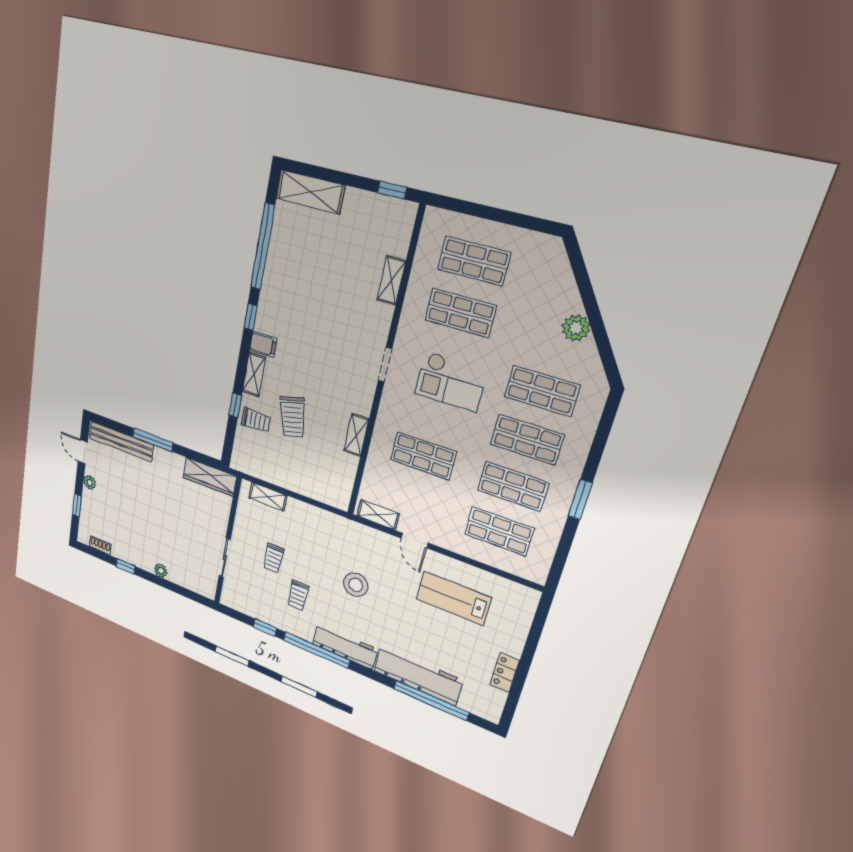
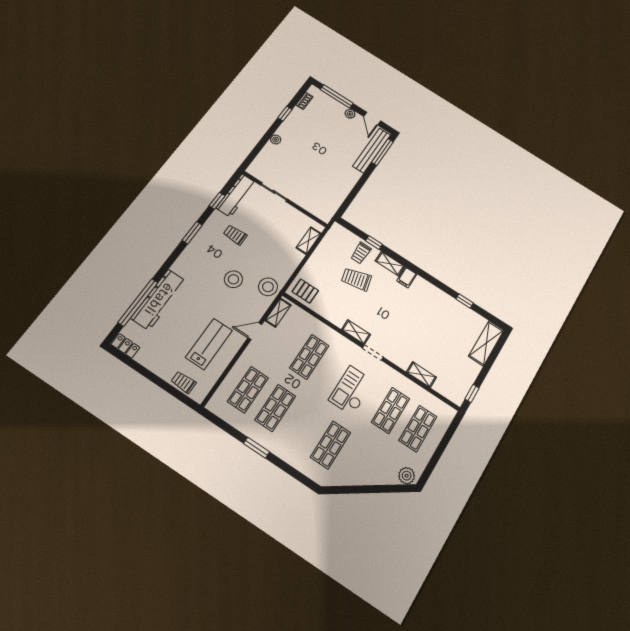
window: (263, 246) -> (465, 301), width x0.32
window: (250, 317) -> (426, 276), removed
plant: (576, 328) -> (407, 476), moved
shelving: (356, 435) -> (356, 332), moved
window: (153, 440) -> (382, 152), moved
shop shelf: (527, 440) -> (303, 426), removed
door: (83, 452) -> (372, 119), swing flipped
wardrobe: (210, 477) -> (332, 205), removed
pallet: (335, 484) -> (305, 291), added
window: (77, 505) -> (337, 96), width x2.17
stool: (349, 537) -> (268, 287), added
trolley: (273, 558) -> (184, 382), moved
workbench: (345, 647) -> (236, 195), moved
window: (316, 650) -> (192, 233), width x0.47
locker: (505, 673) -> (125, 346), moved

